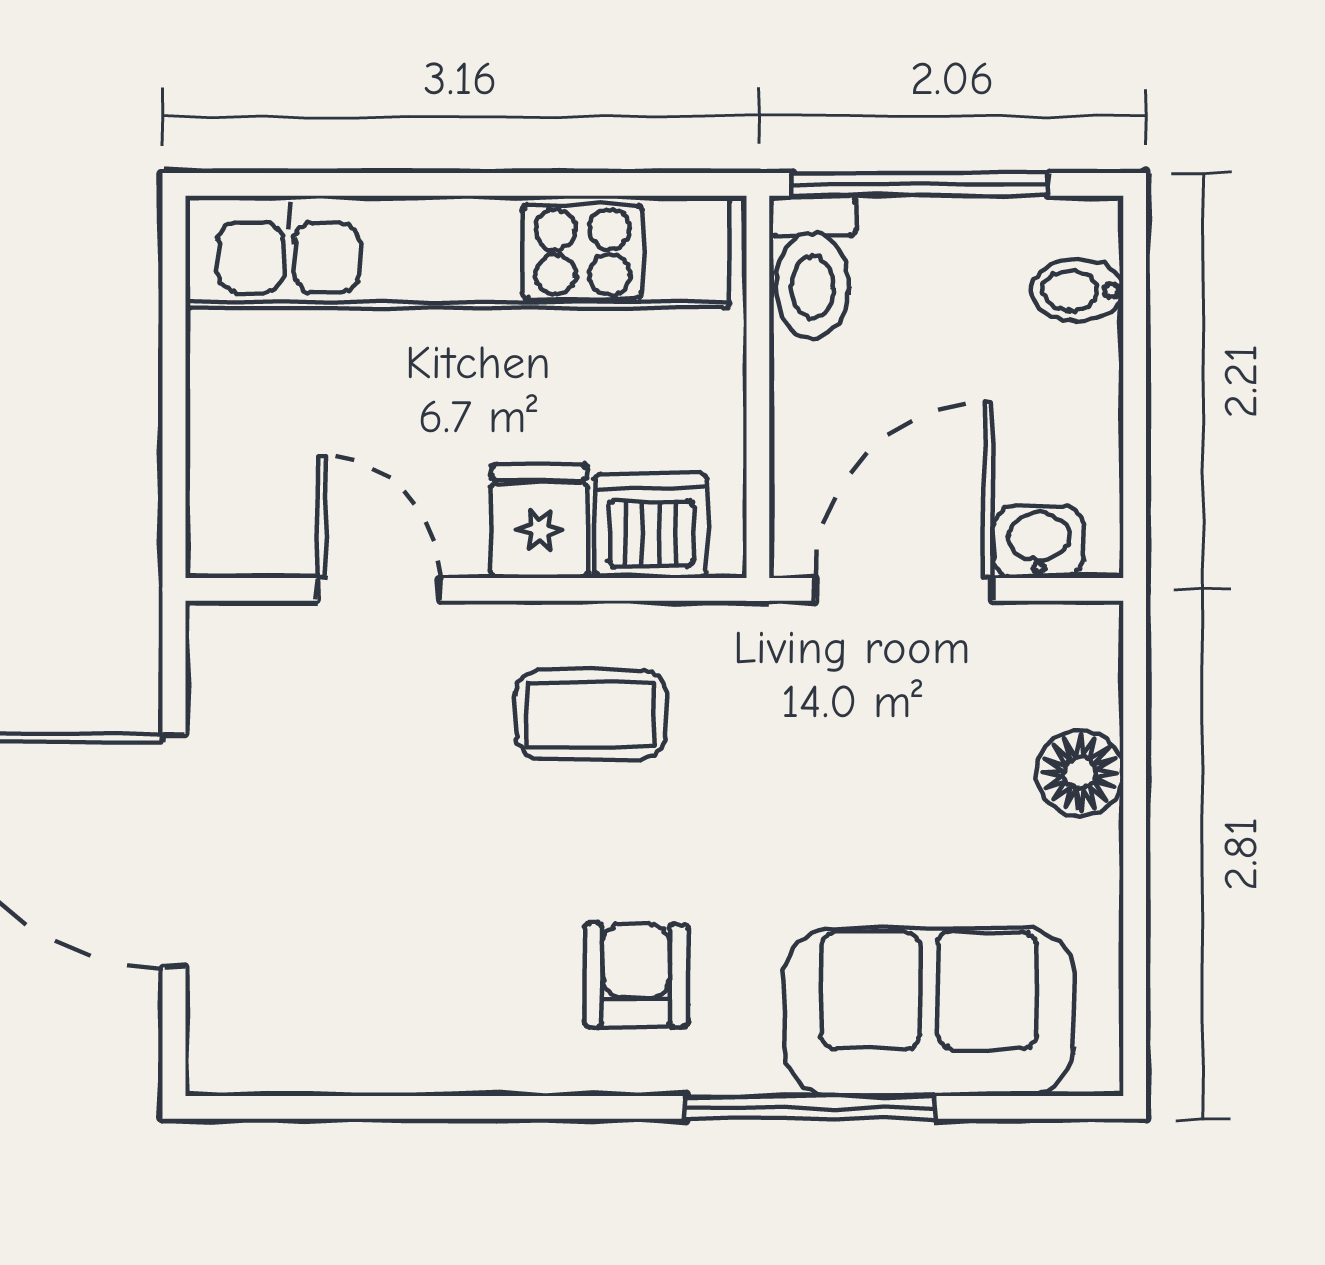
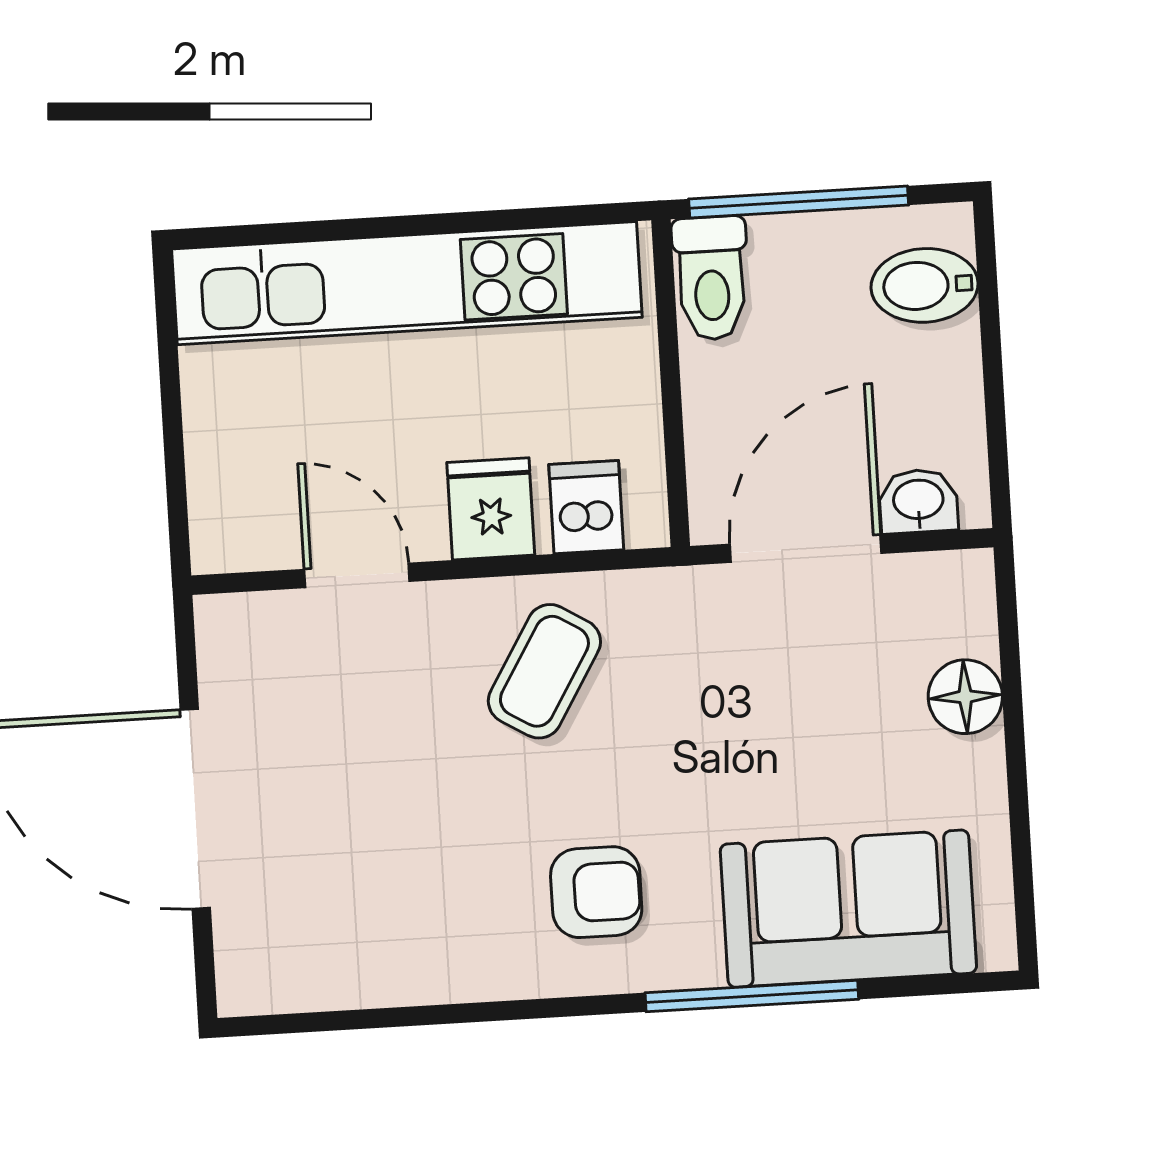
bidet: (1077, 290) -> (925, 285), width x1.38, depth x1.36
dishwasher: (651, 526) -> (586, 507), width x0.73
coffee table: (591, 714) -> (544, 671), turned -59
armchair: (636, 975) -> (596, 892), turned 90

